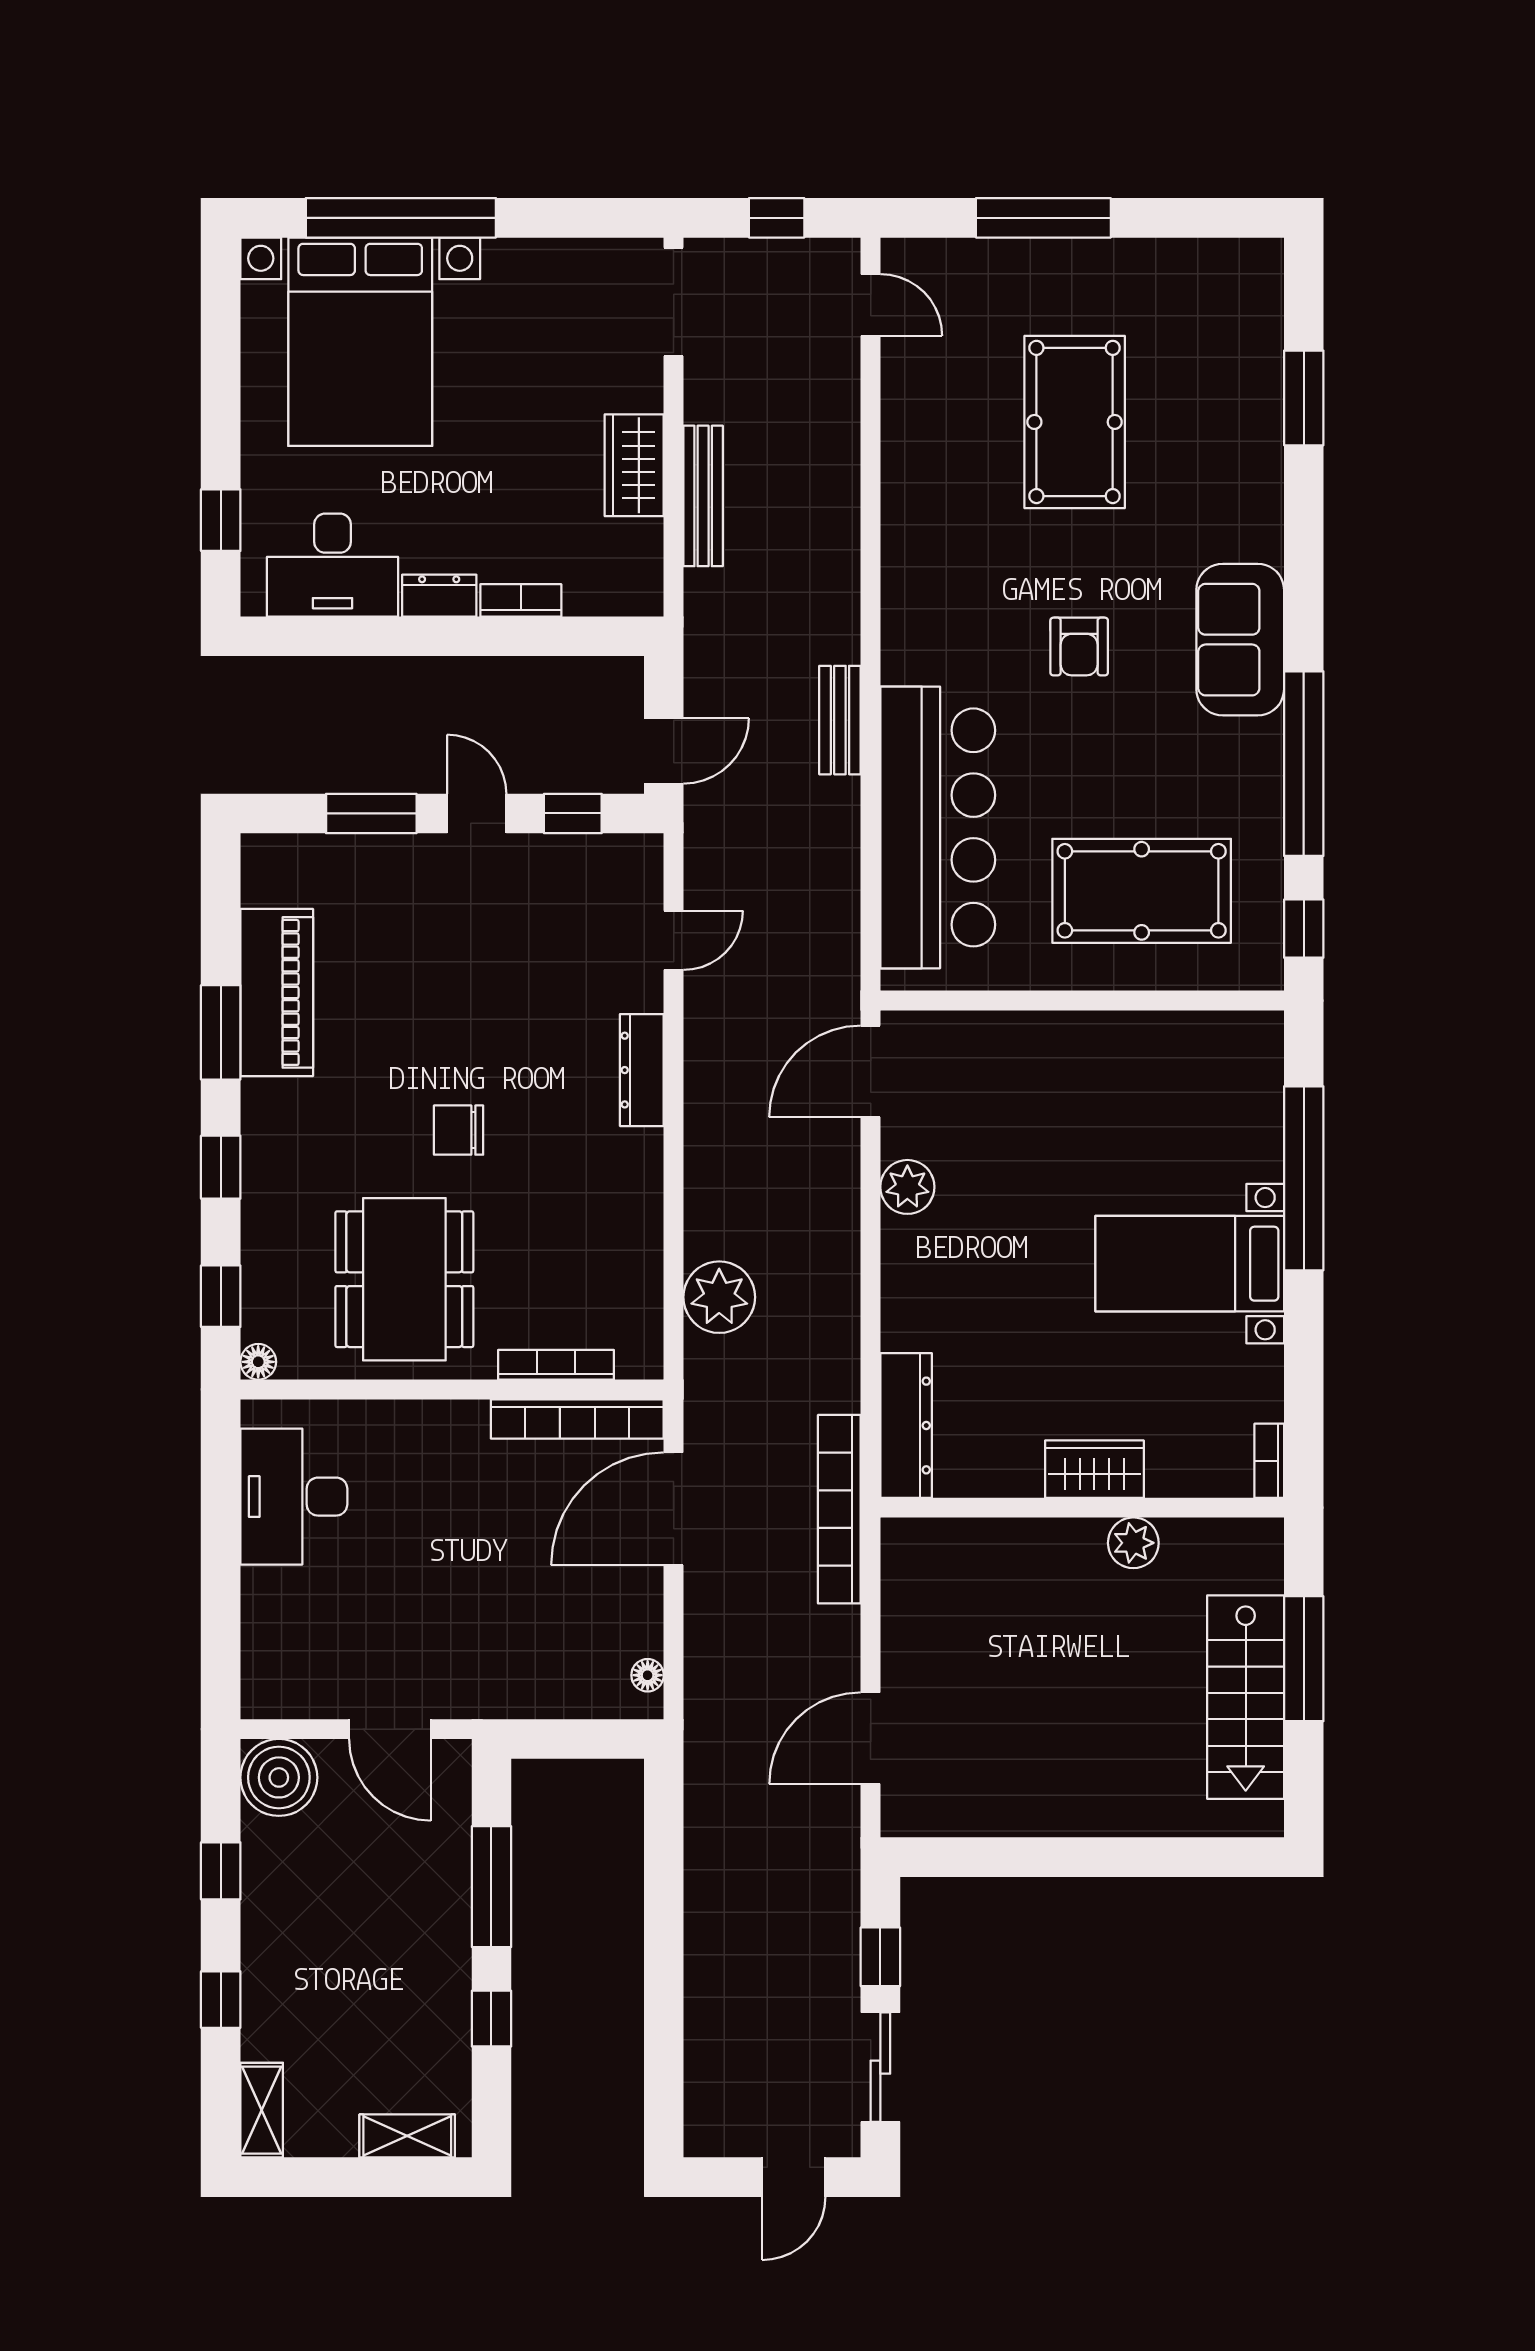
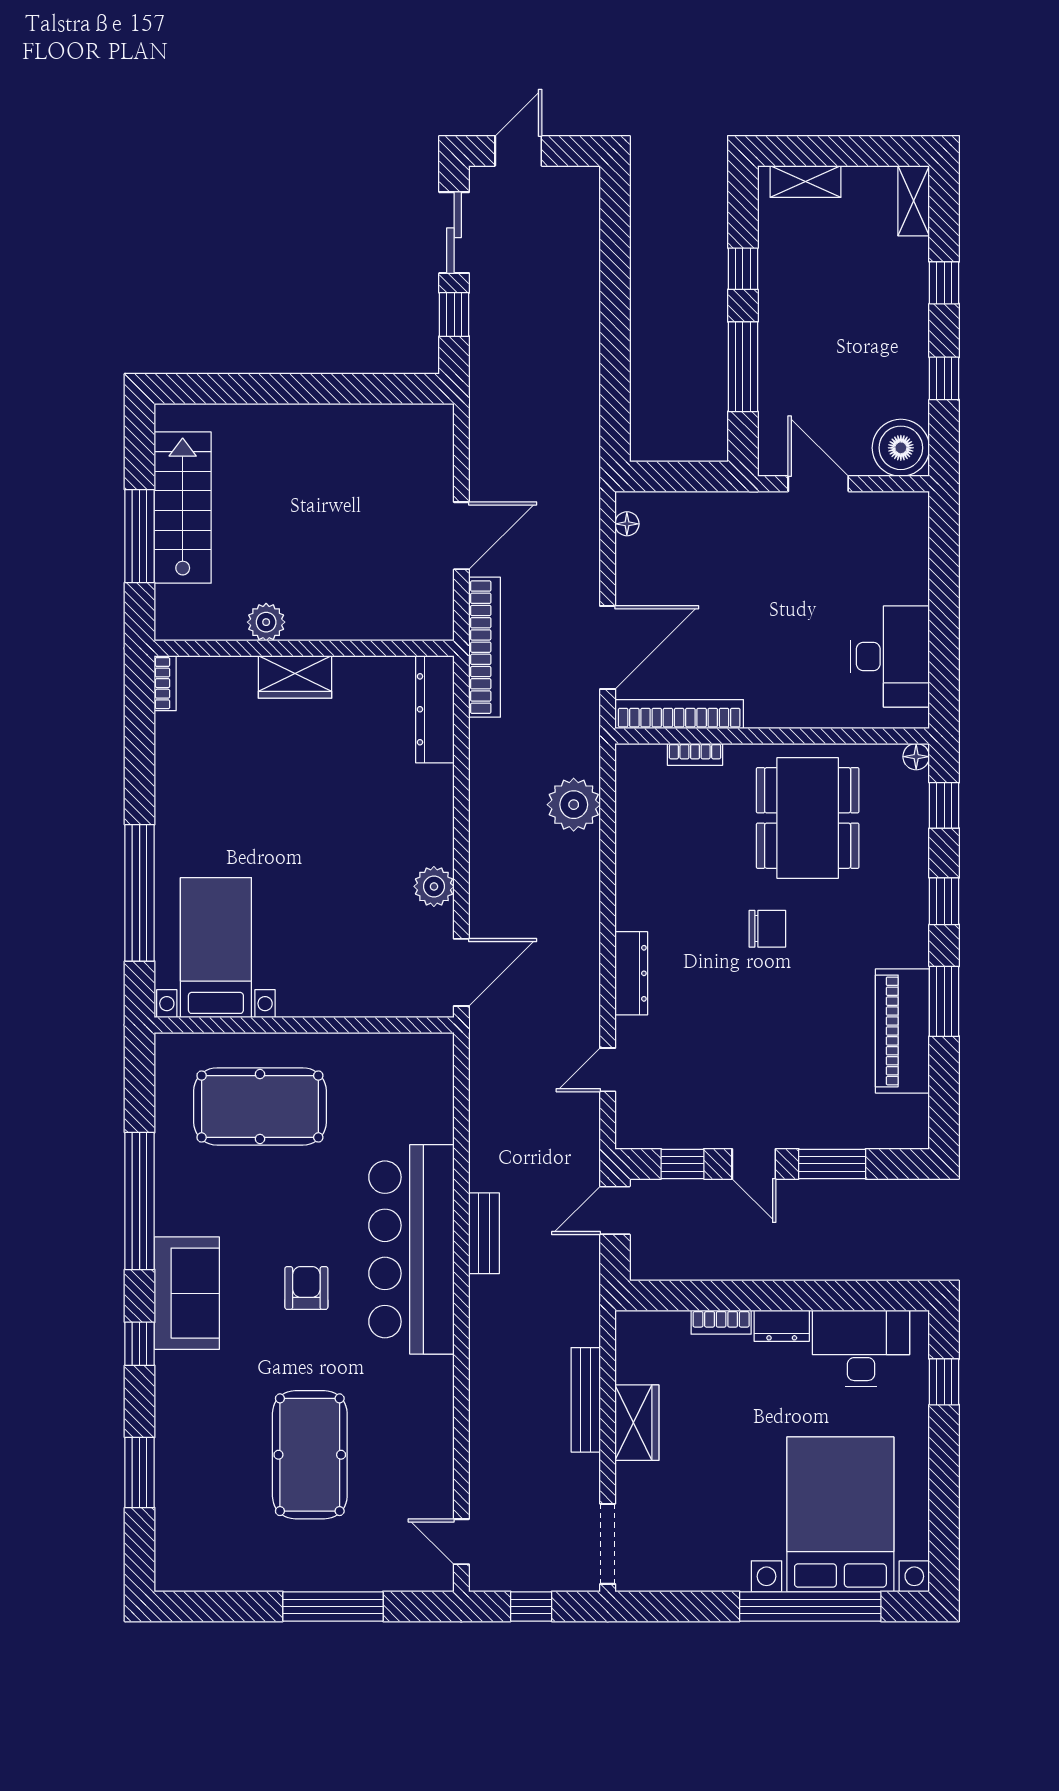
bar counter: (938, 827) -> (411, 1249), moved
window: (1304, 929) -> (140, 1344), moved
bed with nightstands: (1190, 1264) -> (216, 948), moved, turned -90
bookcase: (556, 1365) -> (695, 754), width x0.64
door: (871, 1738) -> (461, 536), moved

